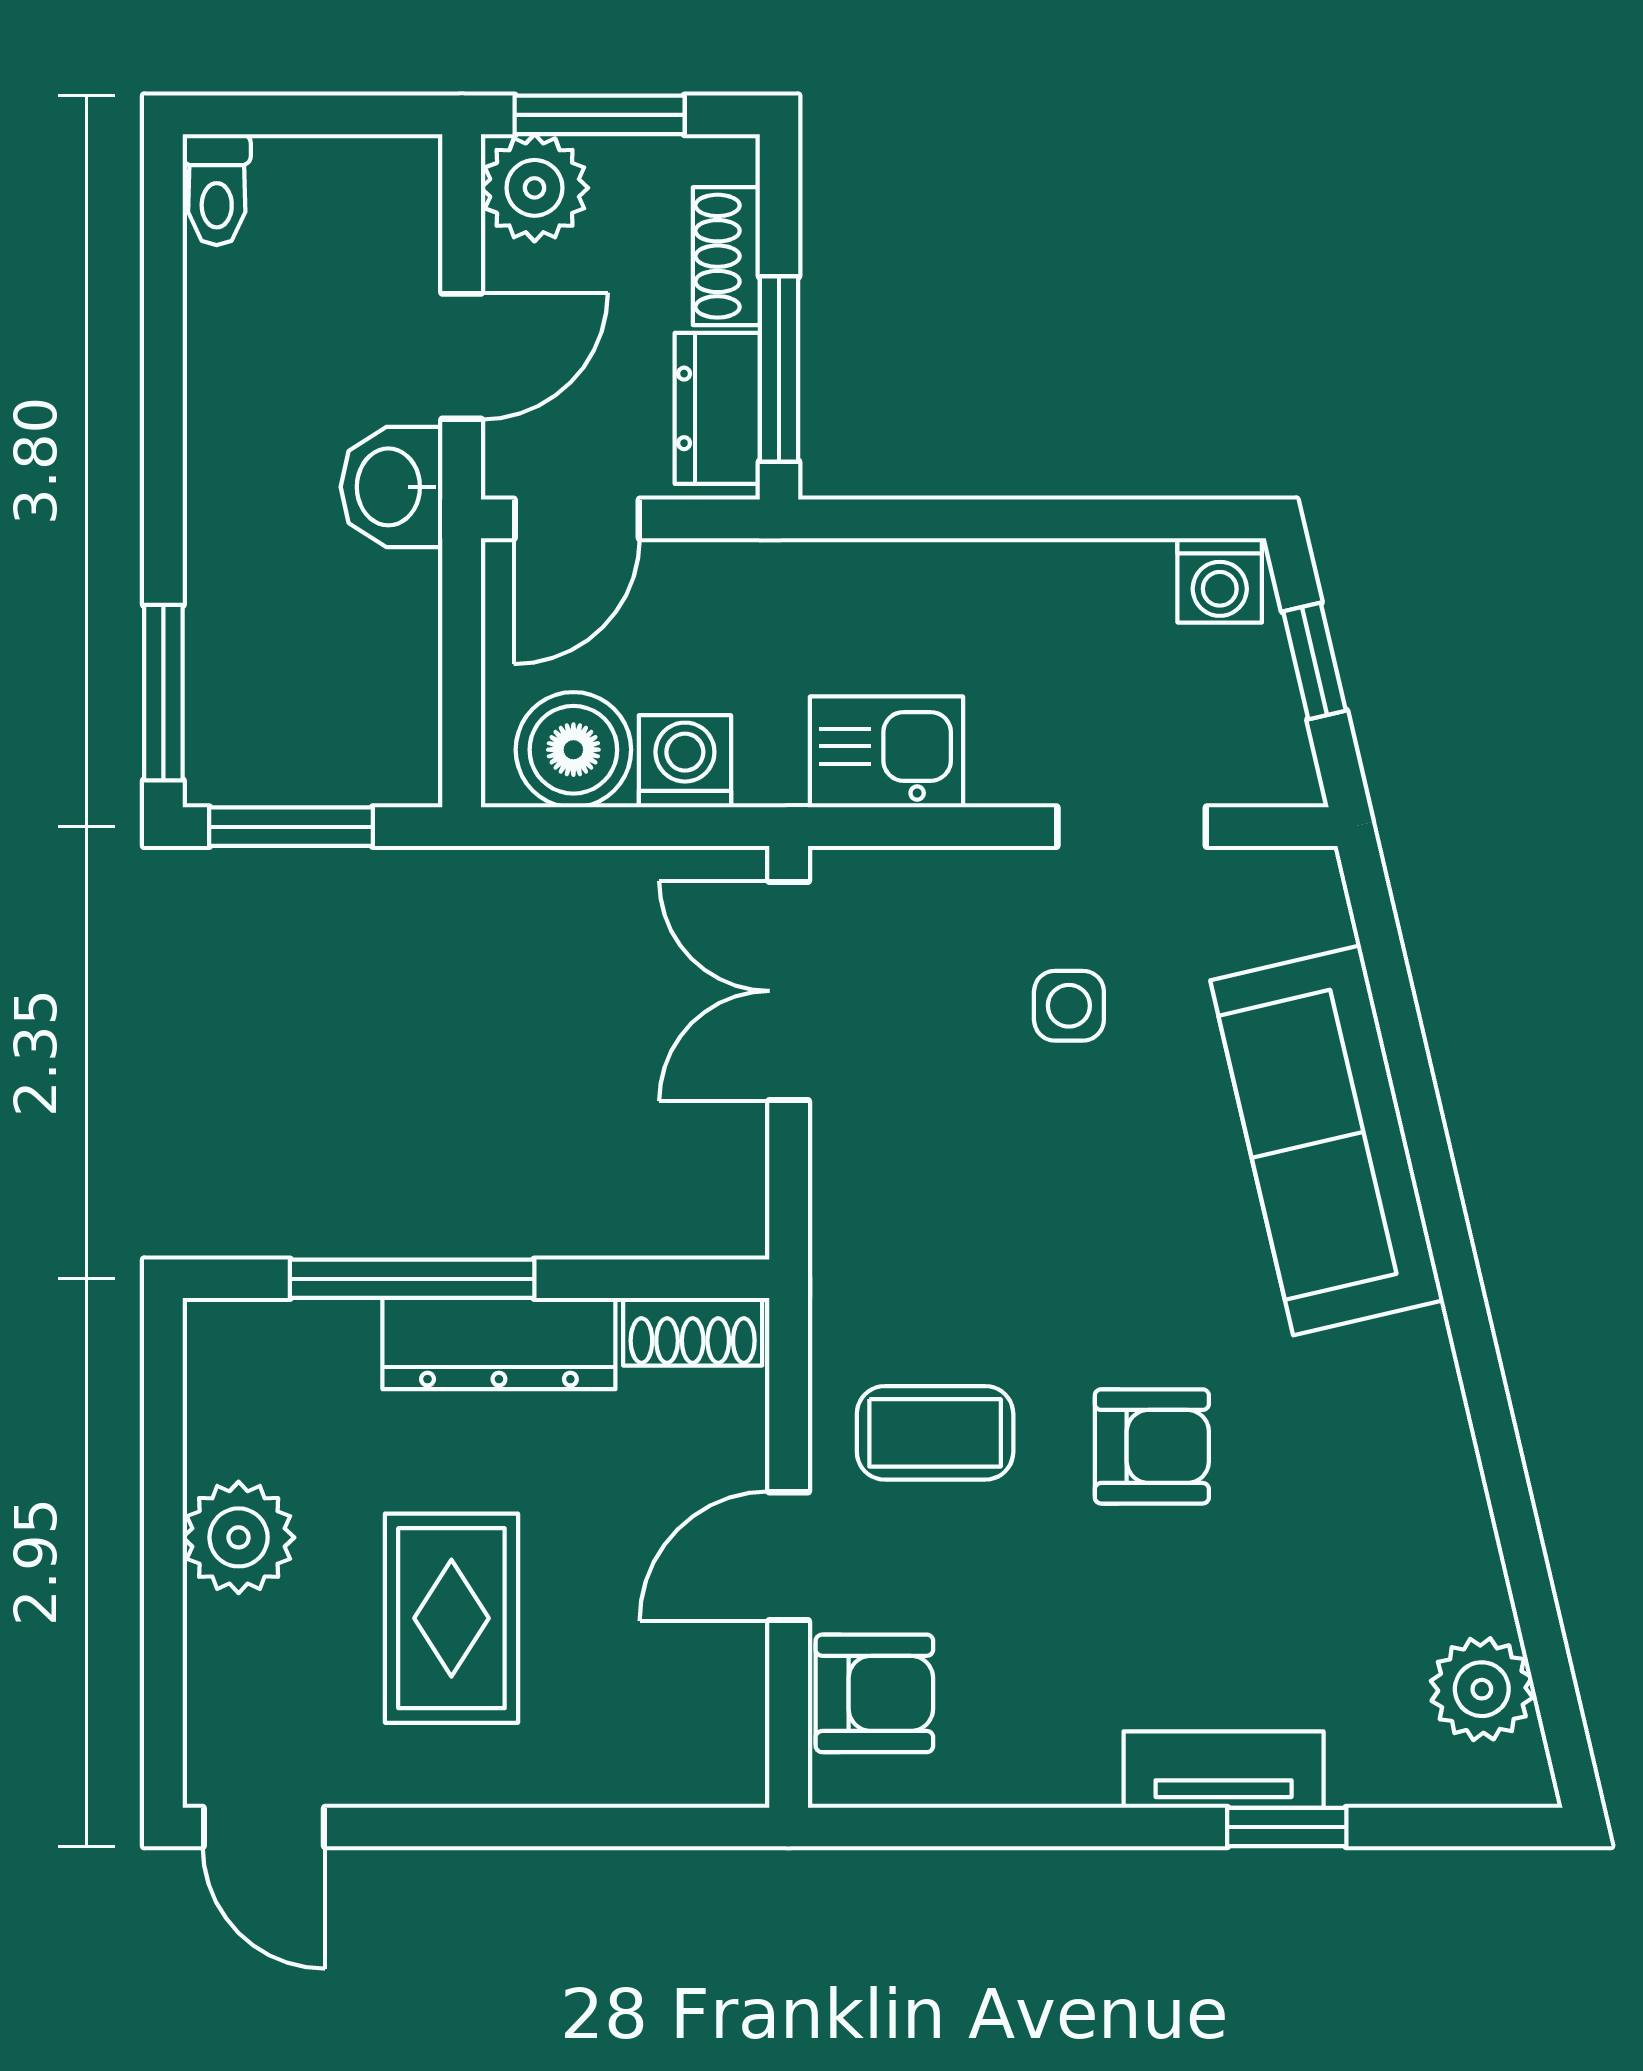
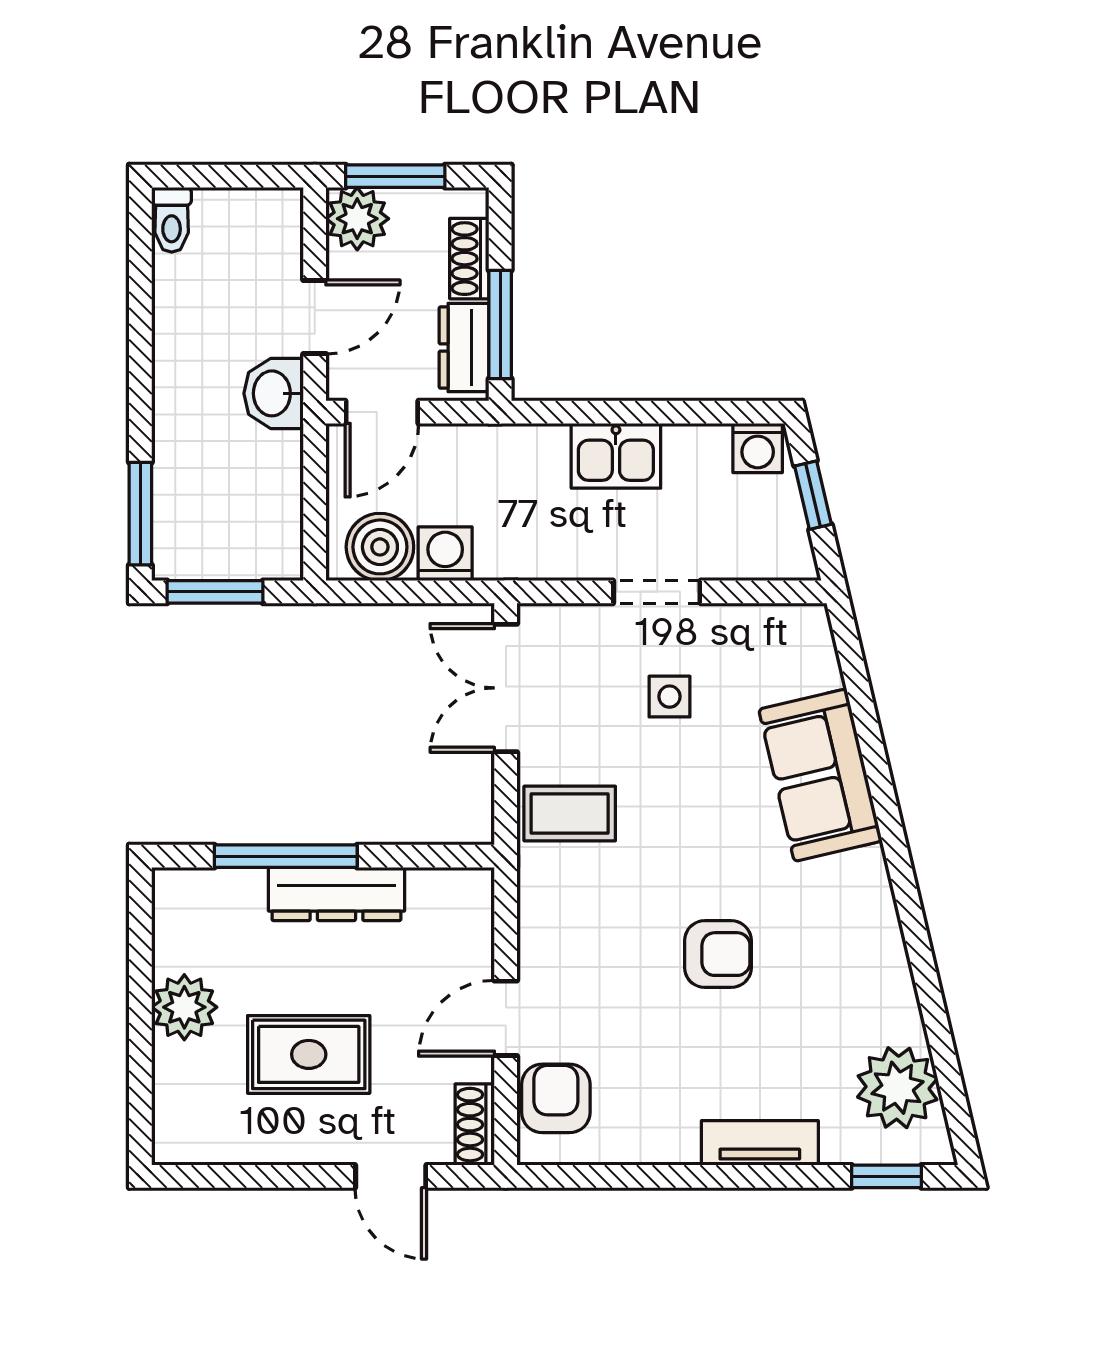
kitchen sink: (886, 752) -> (616, 456), moved, turned 180
doorway: (1132, 827) -> (657, 592), moved
sofa: (1327, 1140) -> (820, 775), width x0.73
shoe rack: (693, 1332) -> (475, 1125), moved, turned 90
coffee table: (935, 1433) -> (570, 813), moved
rug: (451, 1618) -> (309, 1054), turned 90
plant: (1482, 1689) -> (898, 1088), width x1.36, depth x1.36
armchair: (874, 1693) -> (556, 1098), turned -90
door: (264, 1827) -> (391, 1176), moved
window: (1287, 1827) -> (886, 1176), moved

